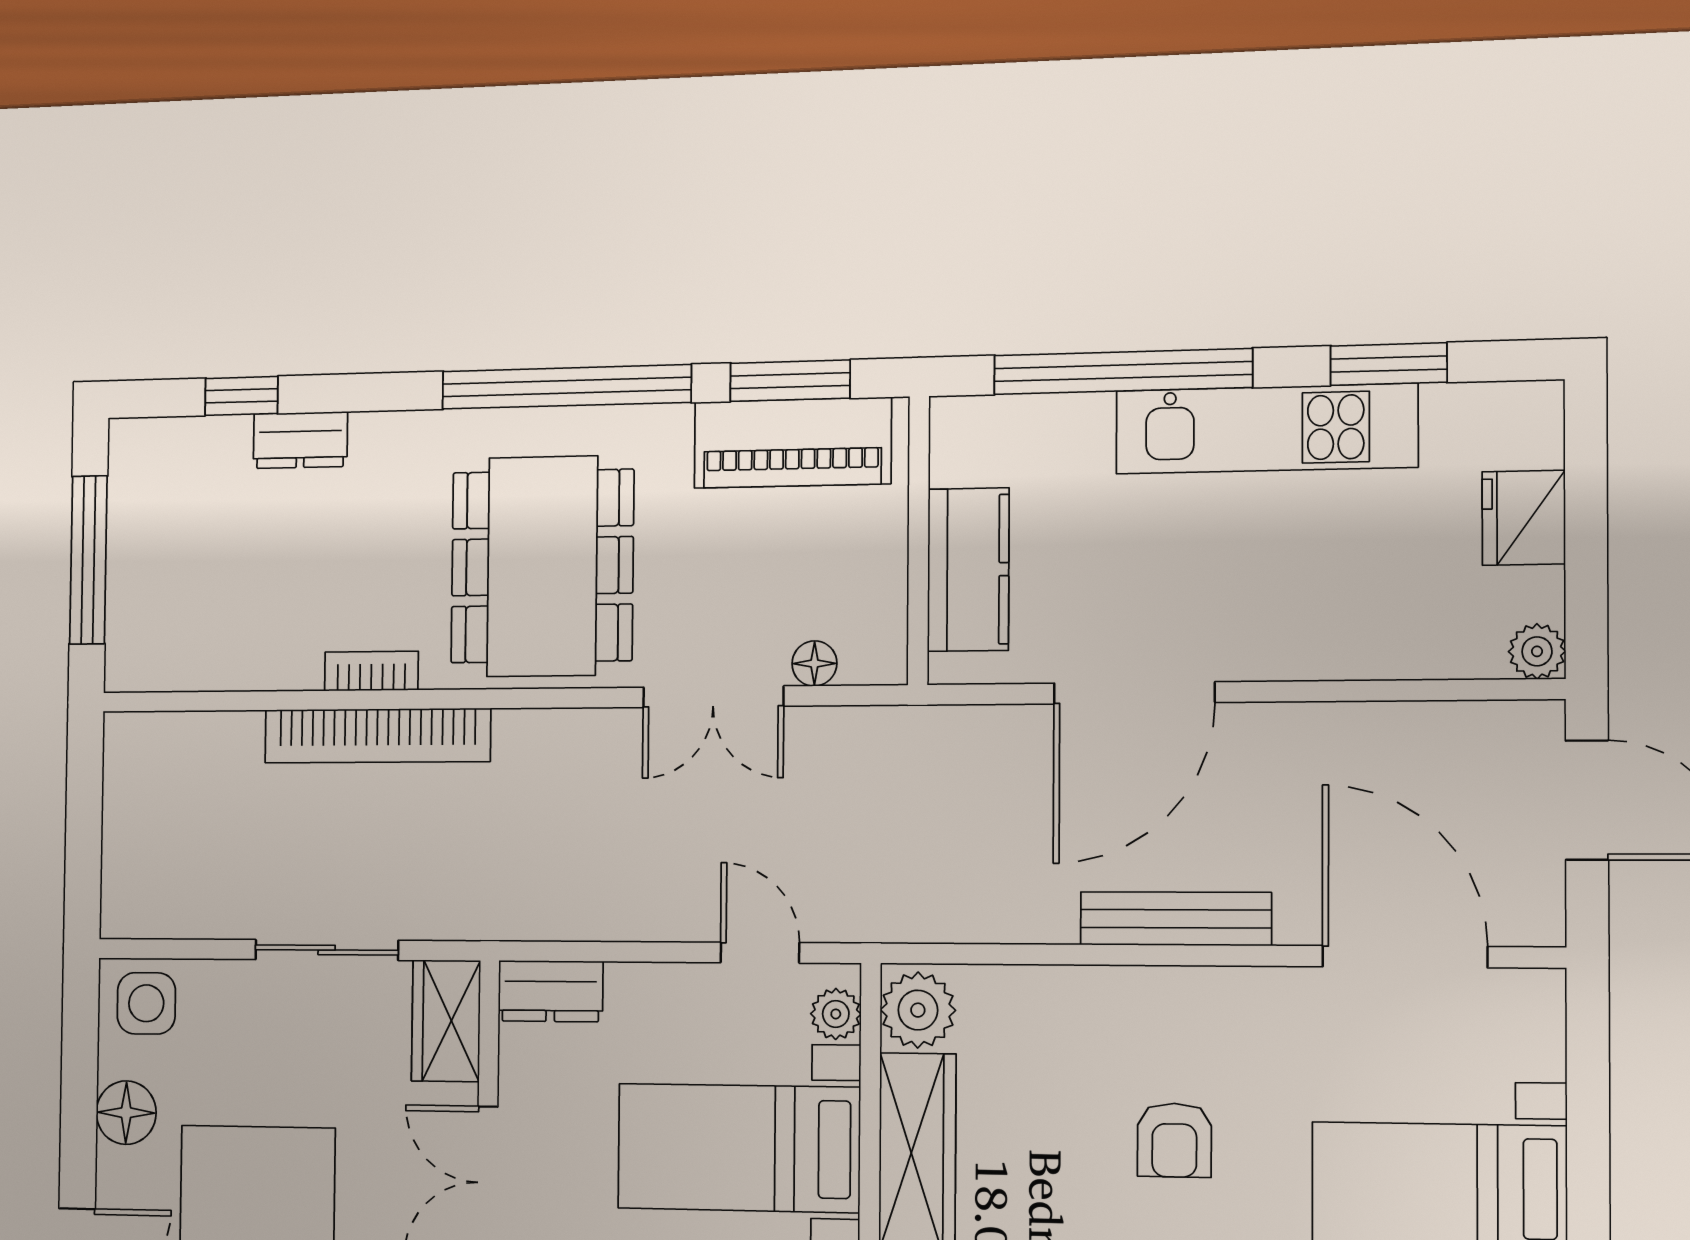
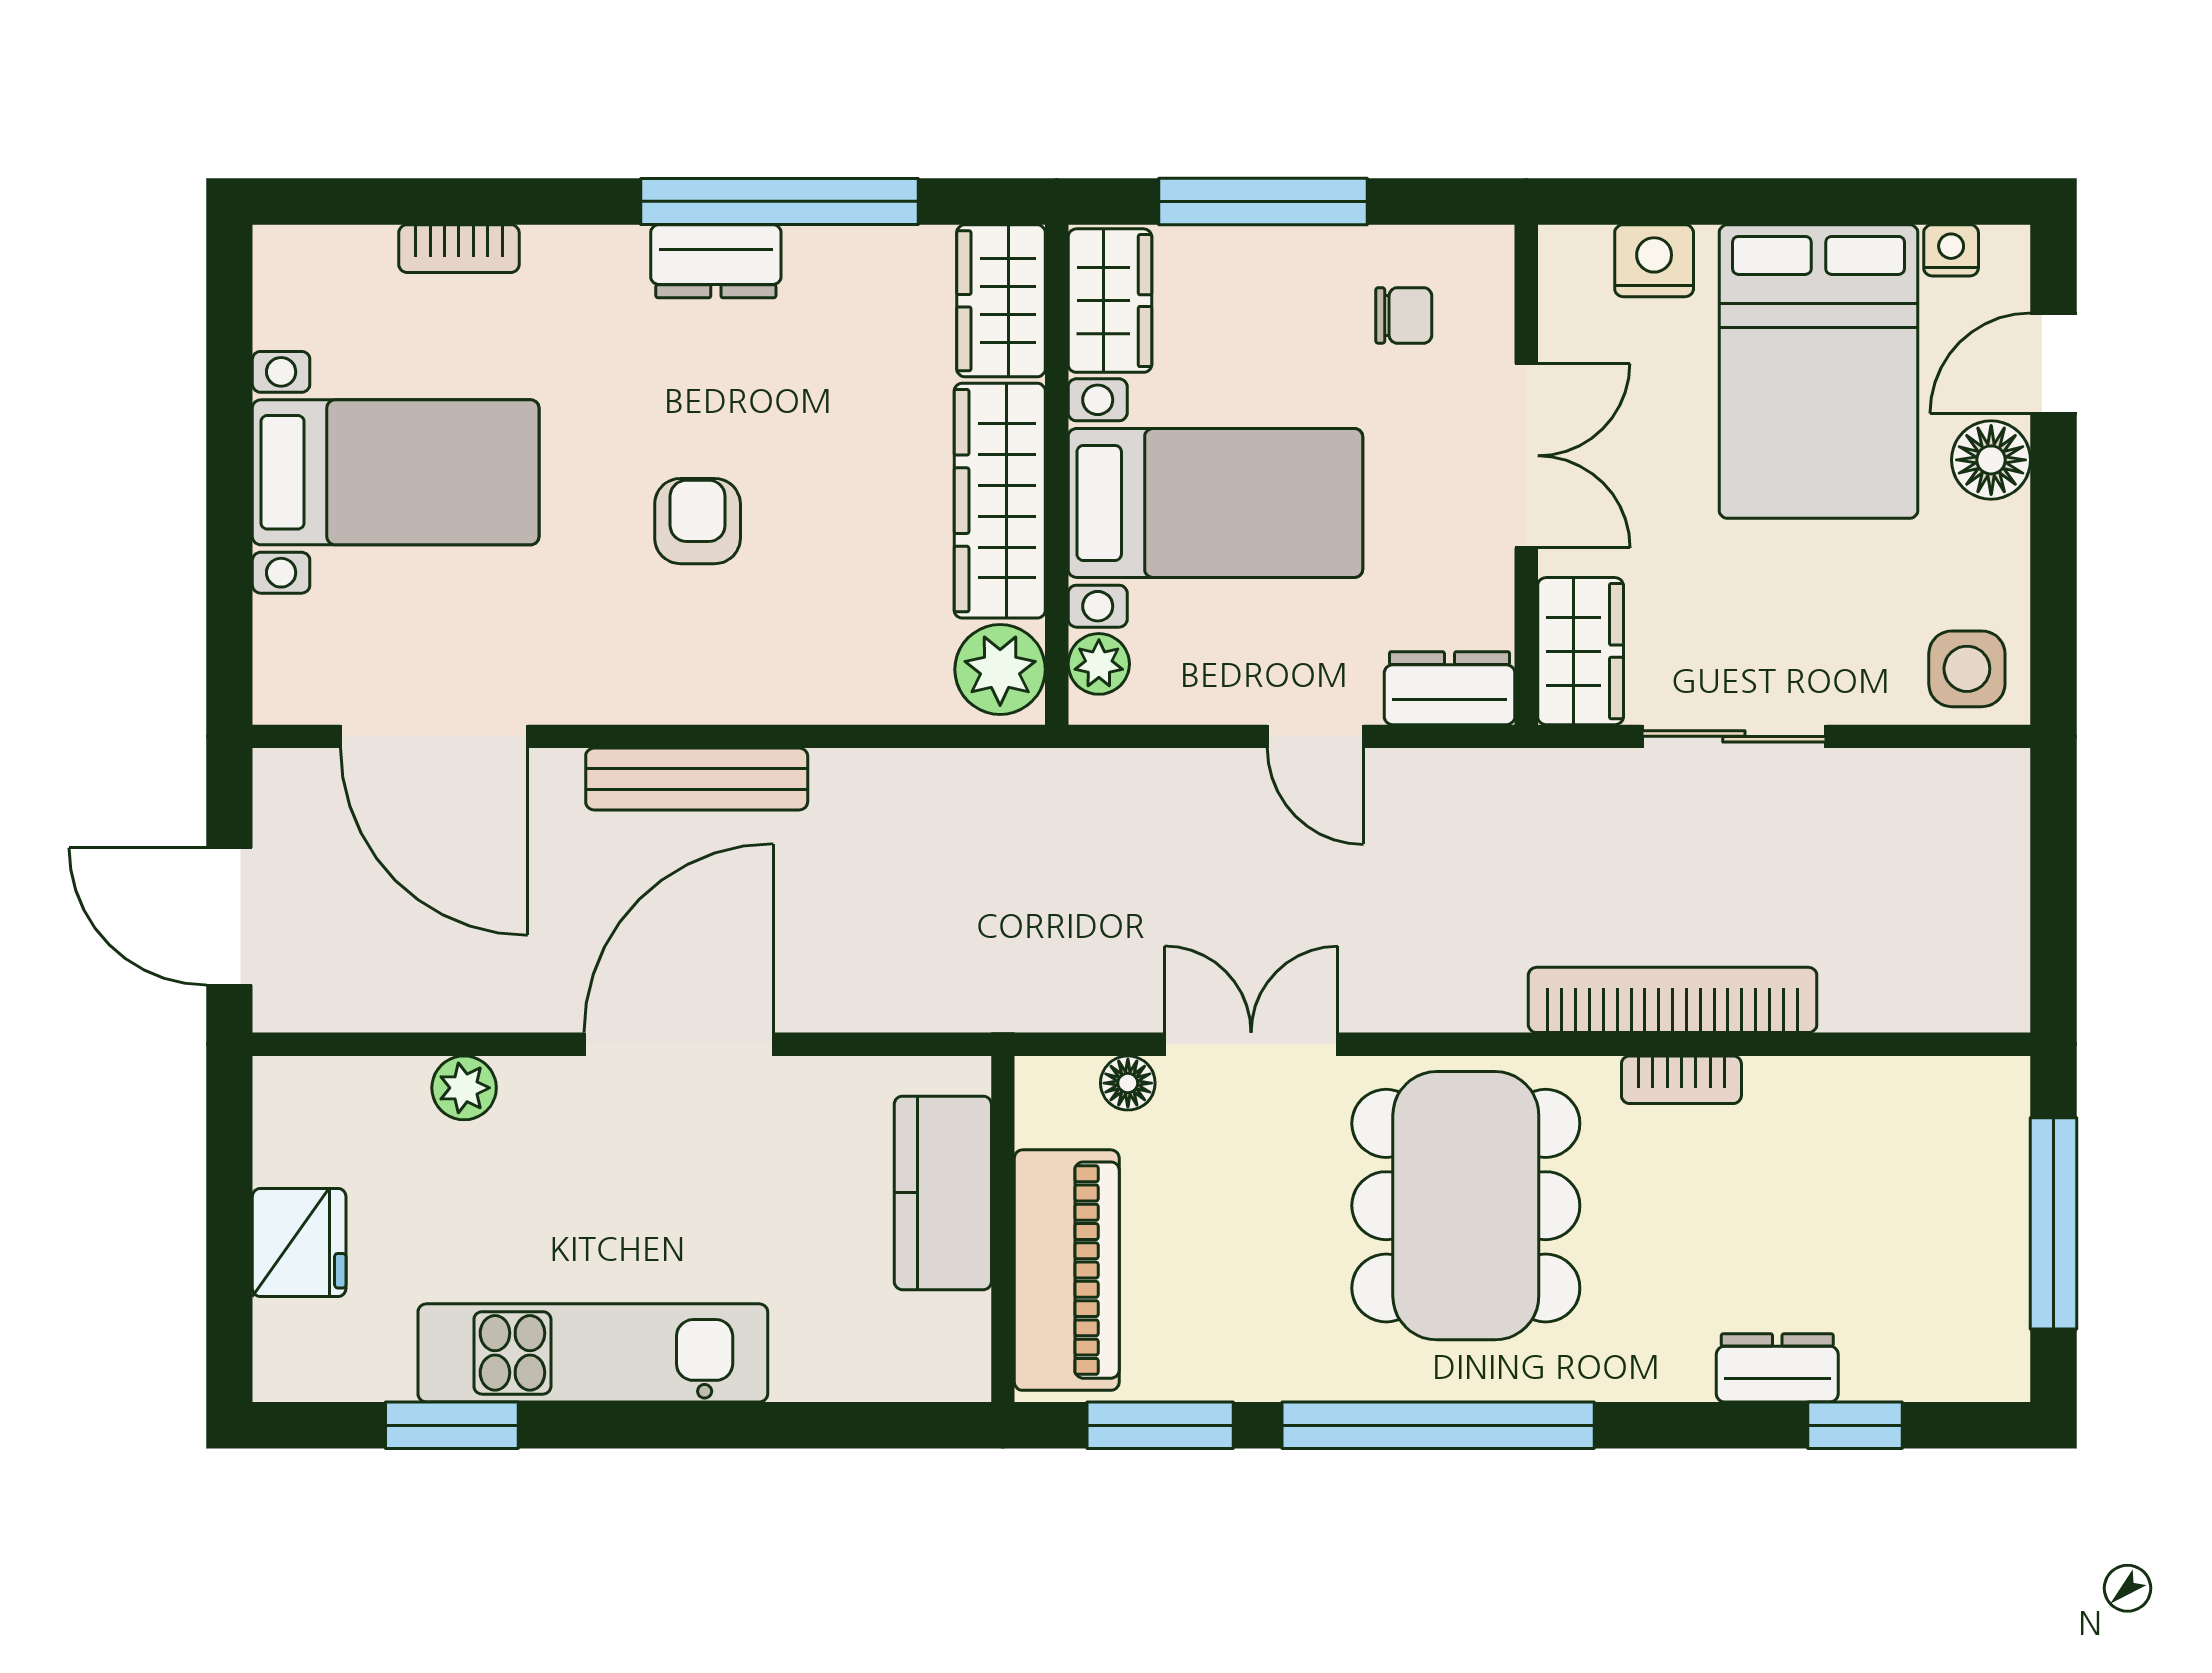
window: (1123, 371) -> (761, 1425), removed
piano: (792, 443) -> (1067, 1270), moved, turned 90
plant: (1537, 651) -> (464, 1088), moved
door: (1134, 693) -> (679, 1044), moved
door: (760, 953) -> (1315, 736), moved
floor lamp: (126, 1113) -> (1991, 460), moved

